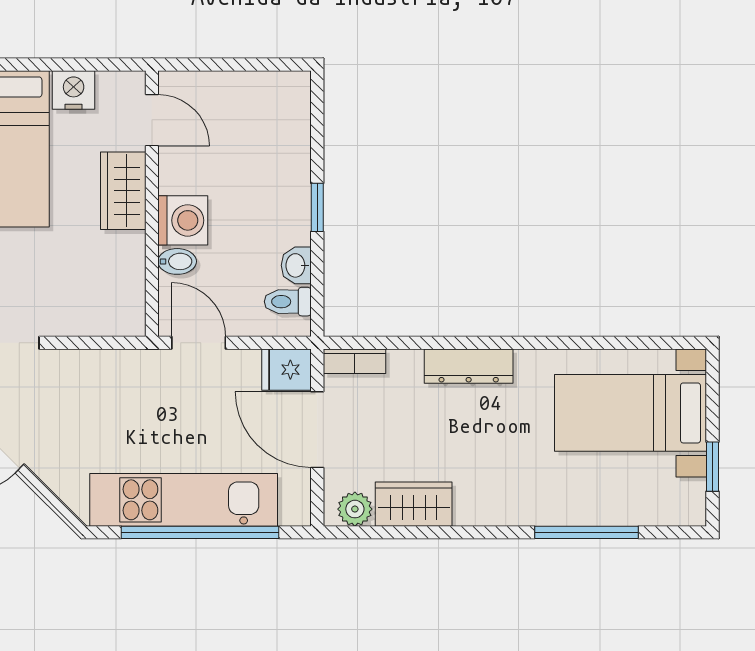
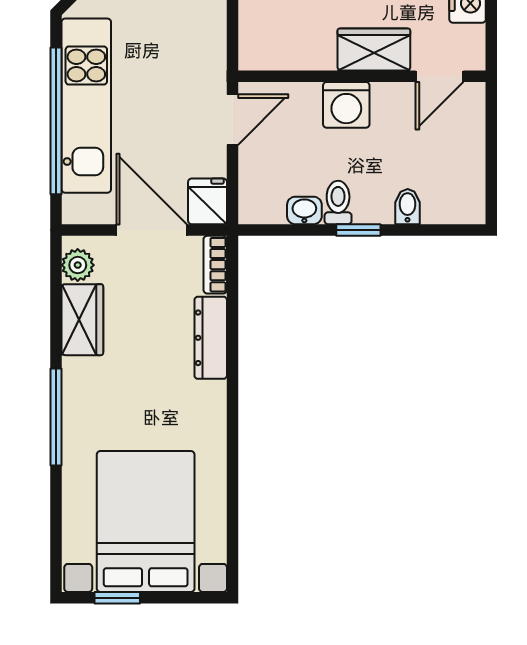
bidet: (177, 261) -> (408, 207), moved, turned 180
toilet: (288, 302) -> (338, 203), moved
dresser: (469, 366) -> (211, 338), moved
bed with nightstands: (631, 413) -> (146, 521), width x1.36
door: (317, 430) -> (152, 230), hinge flipped
window: (586, 532) -> (56, 417), moved

